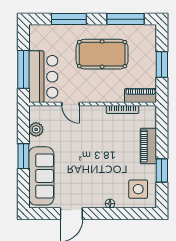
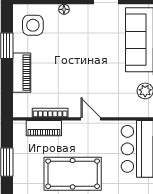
piano: (141, 96) -> (44, 128), moved
door: (71, 104) -> (91, 119), moved

